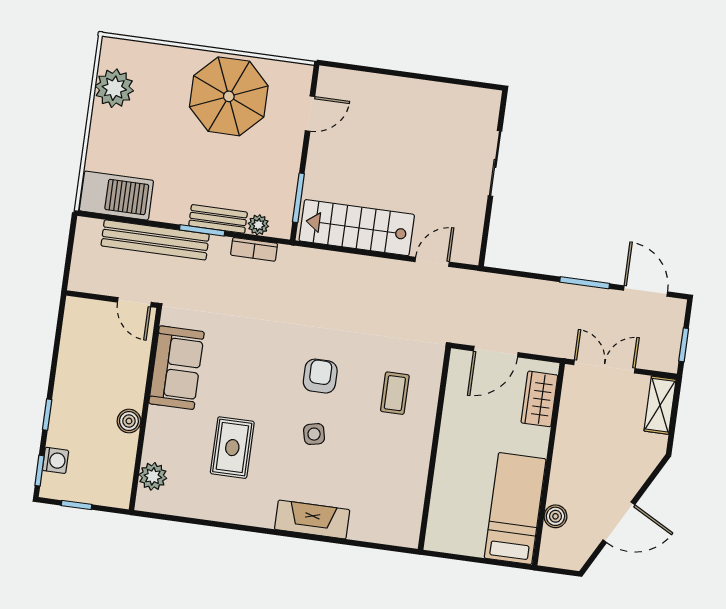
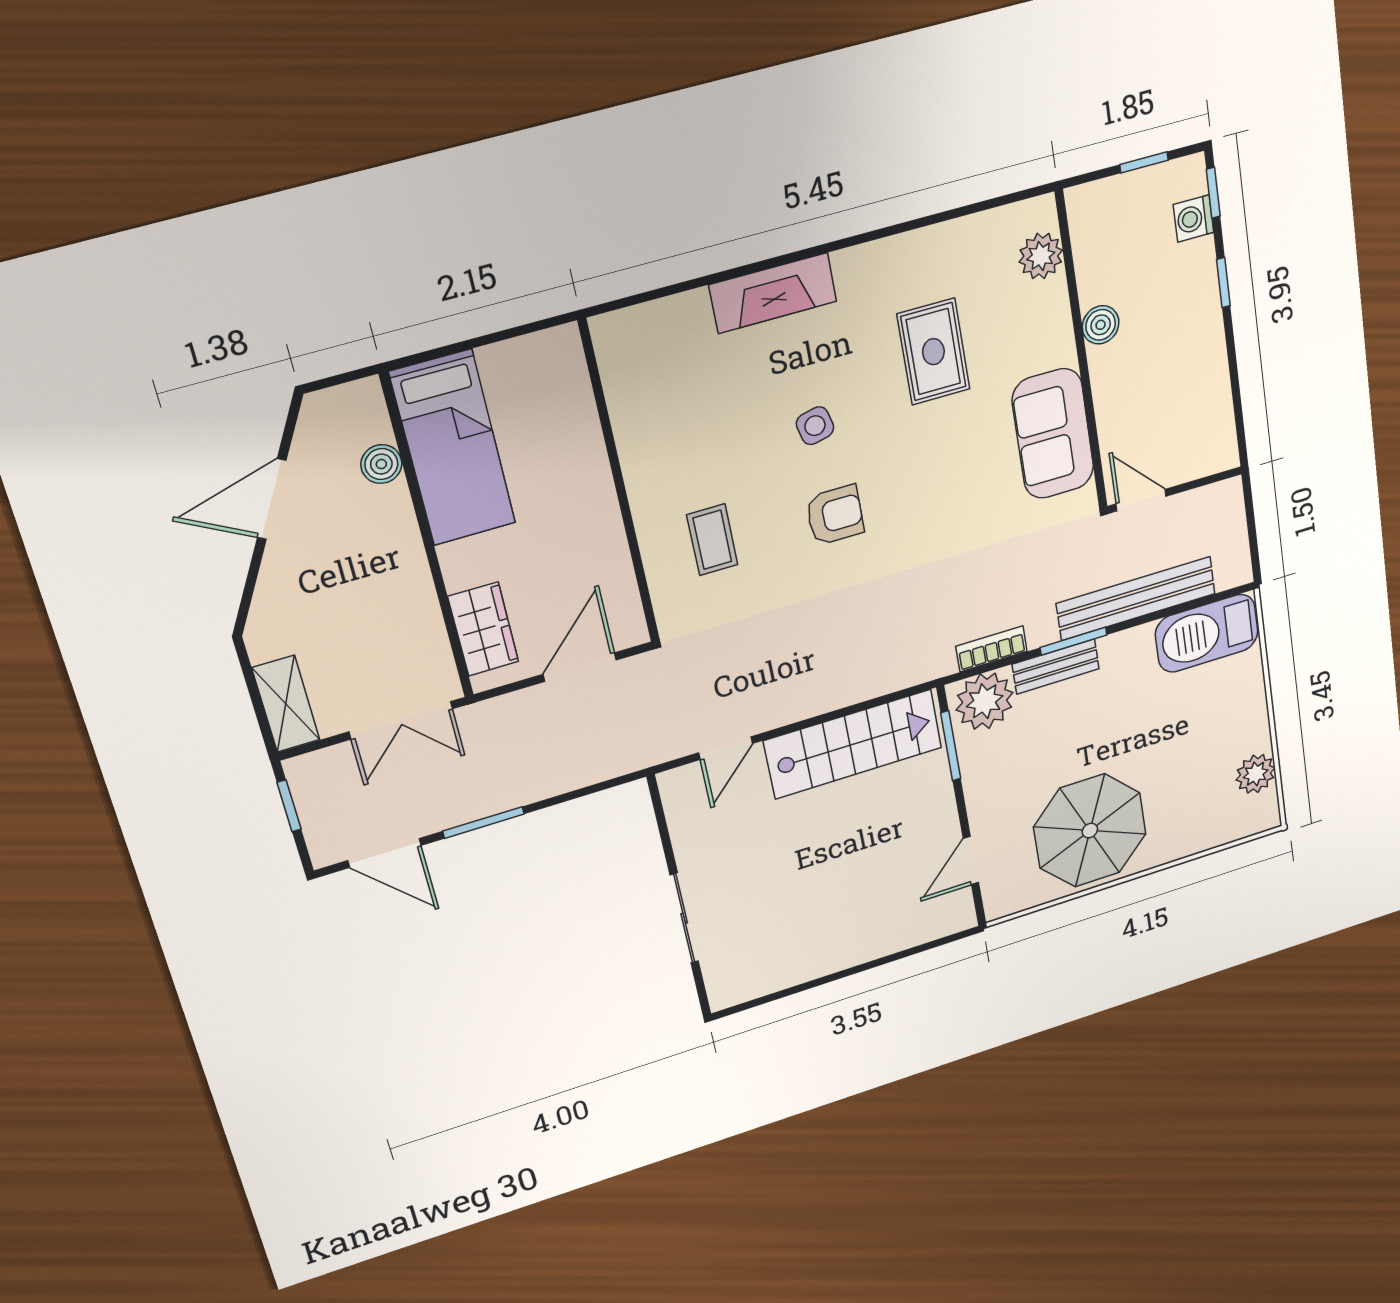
plant: (114, 88) -> (1256, 774), width x0.73, depth x0.73
plant: (258, 225) -> (985, 701), width x1.87, depth x1.87
armchair: (320, 376) -> (835, 515), turned -90

